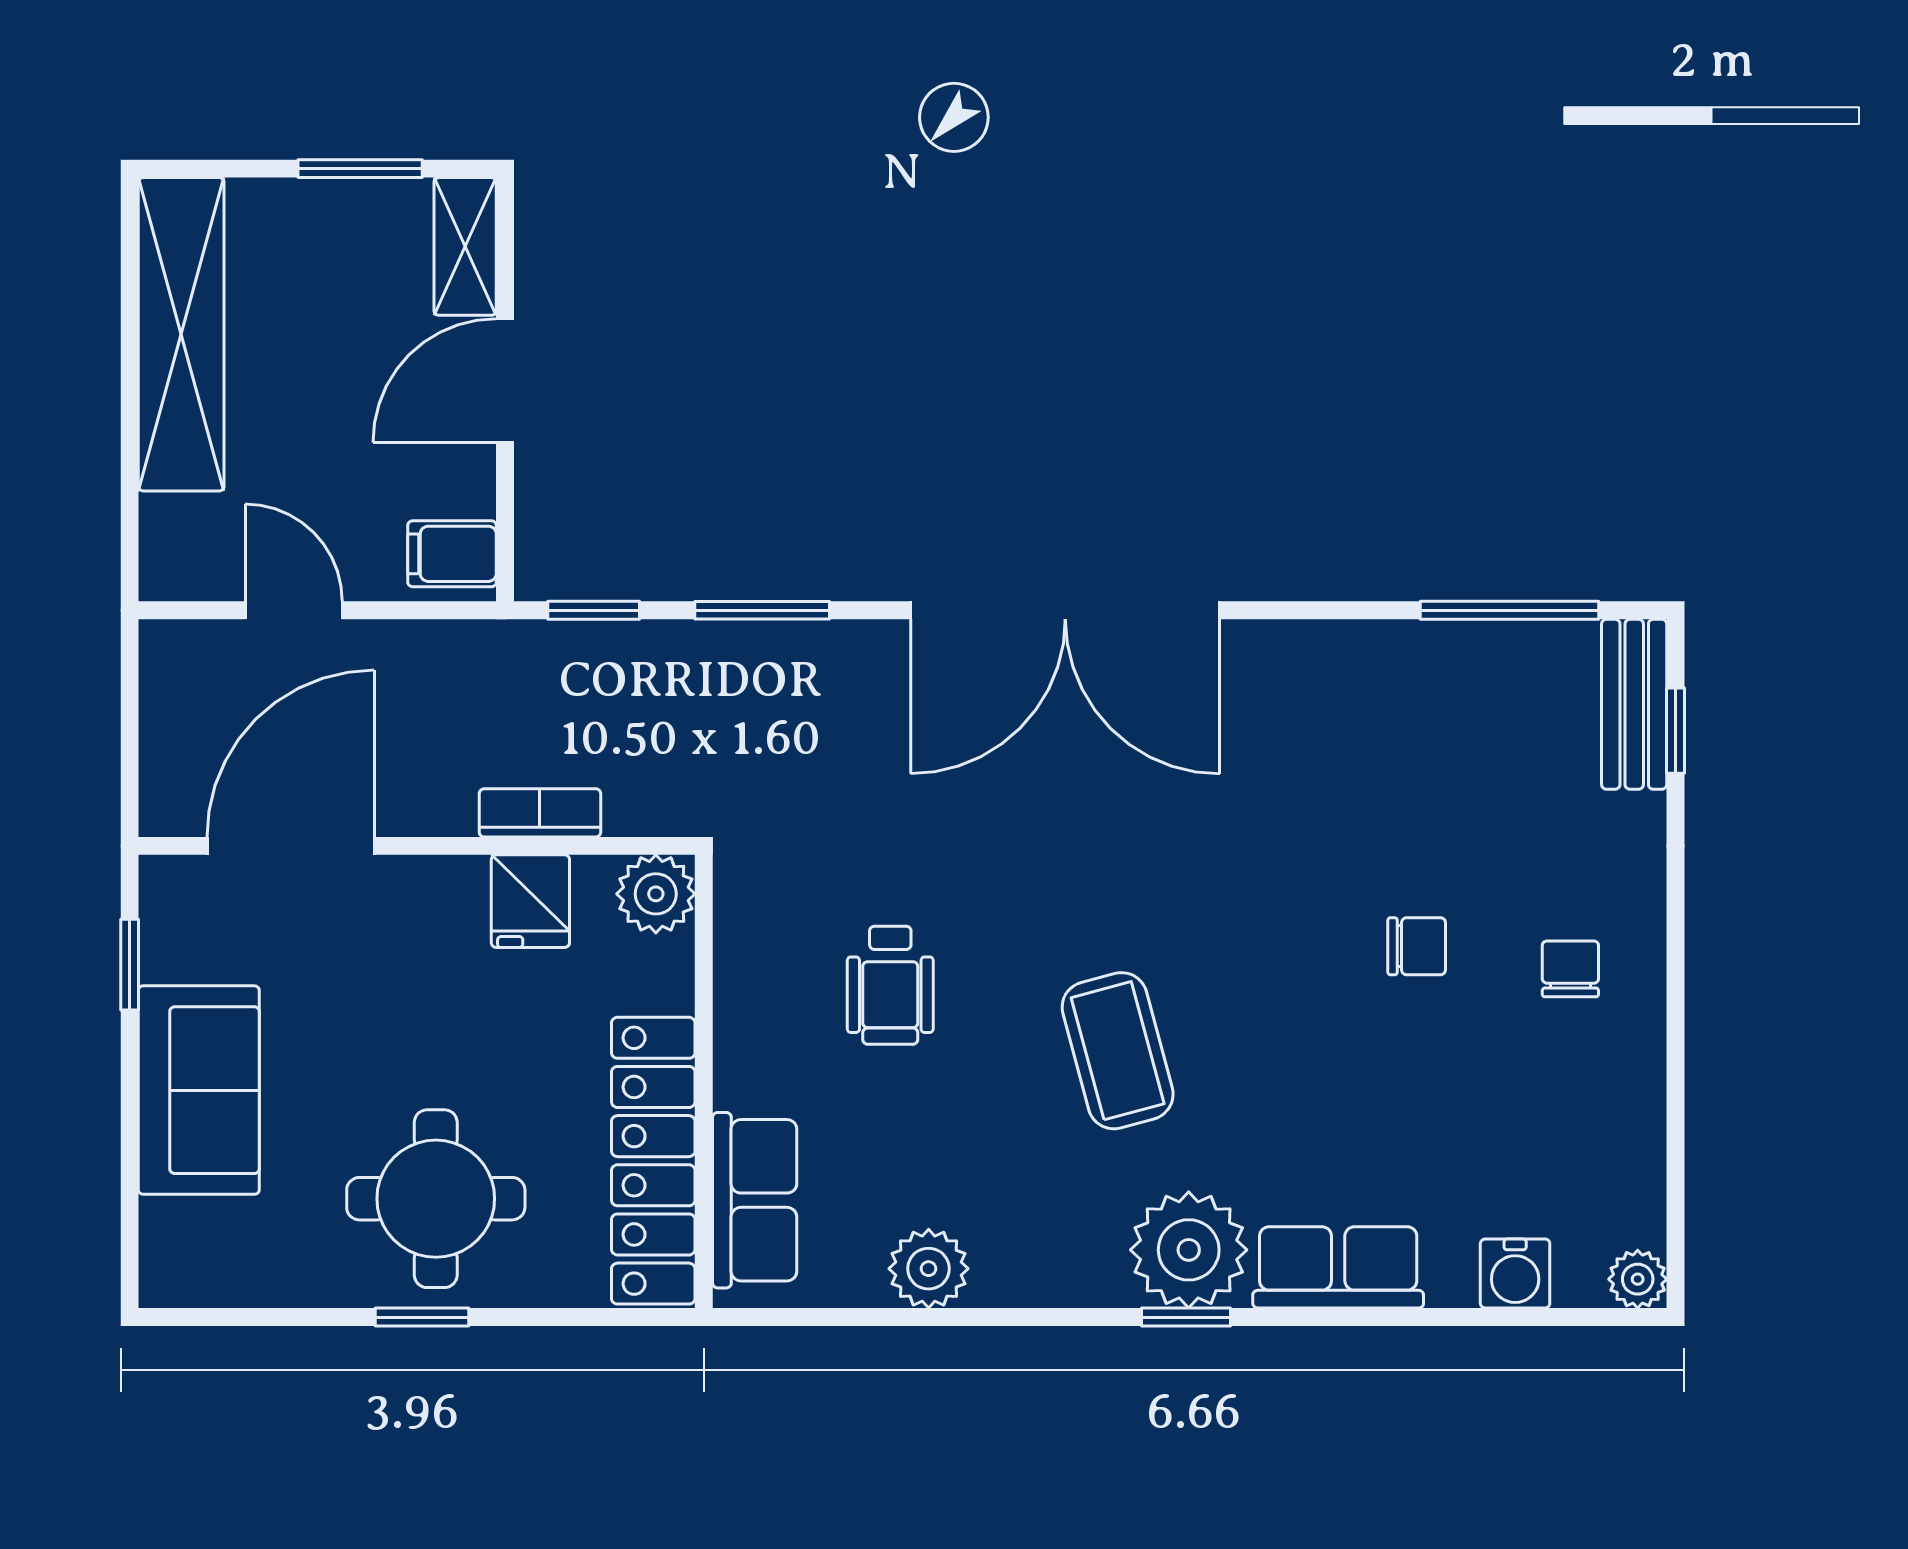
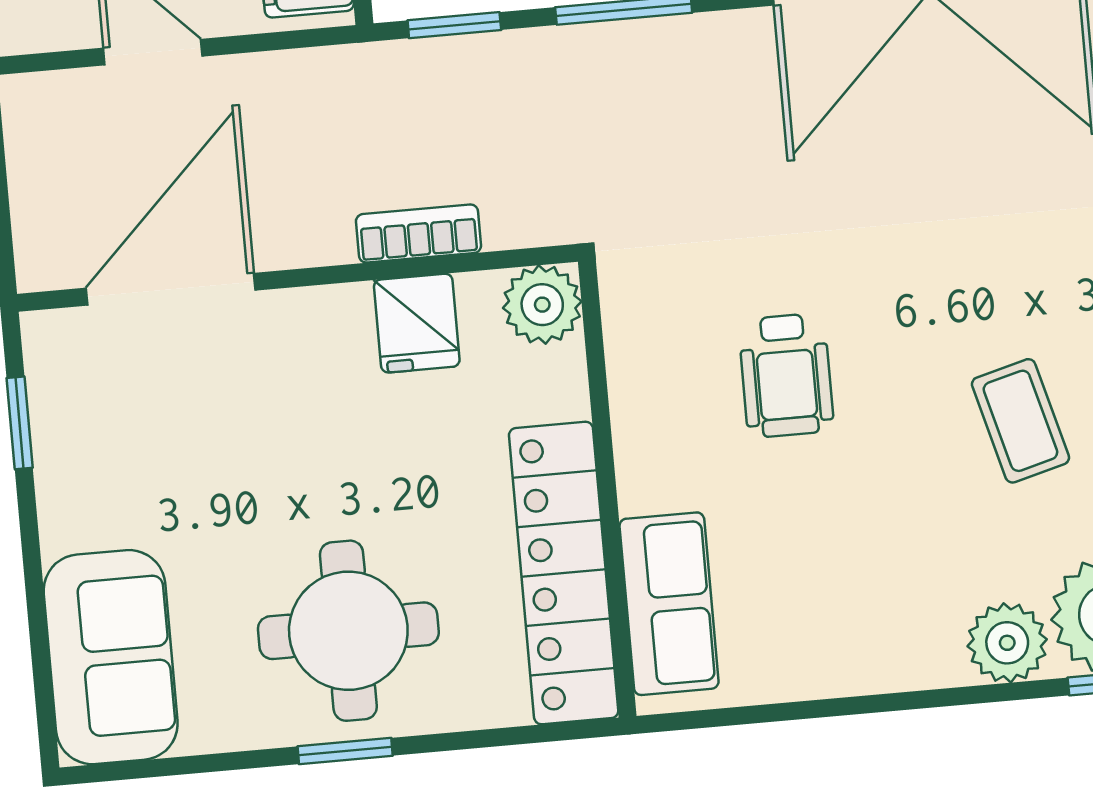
coffee table: (1118, 1051) -> (1020, 421), width x0.73, depth x0.77
sofa: (199, 1090) -> (111, 657), moved
plant: (929, 1269) -> (1007, 643), moved

